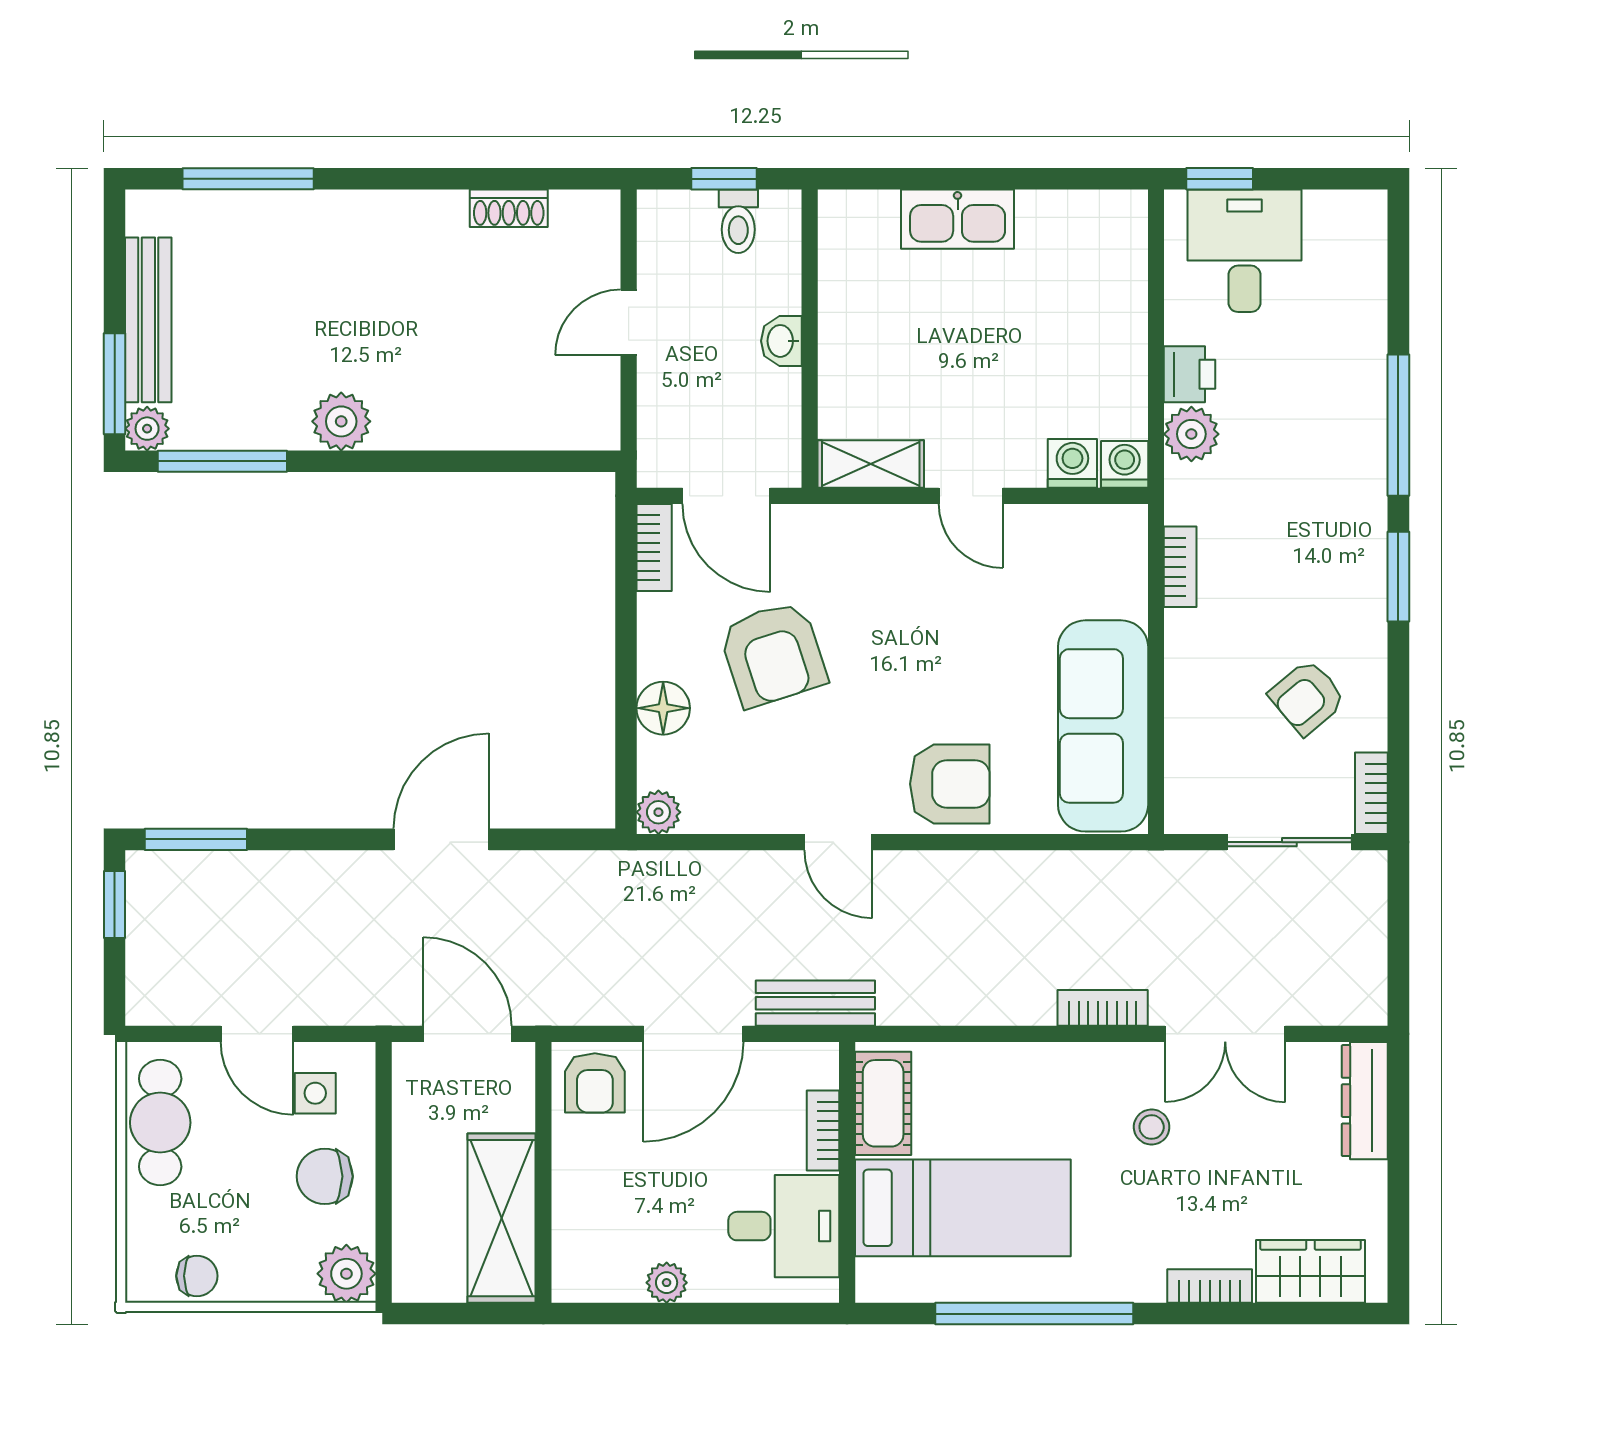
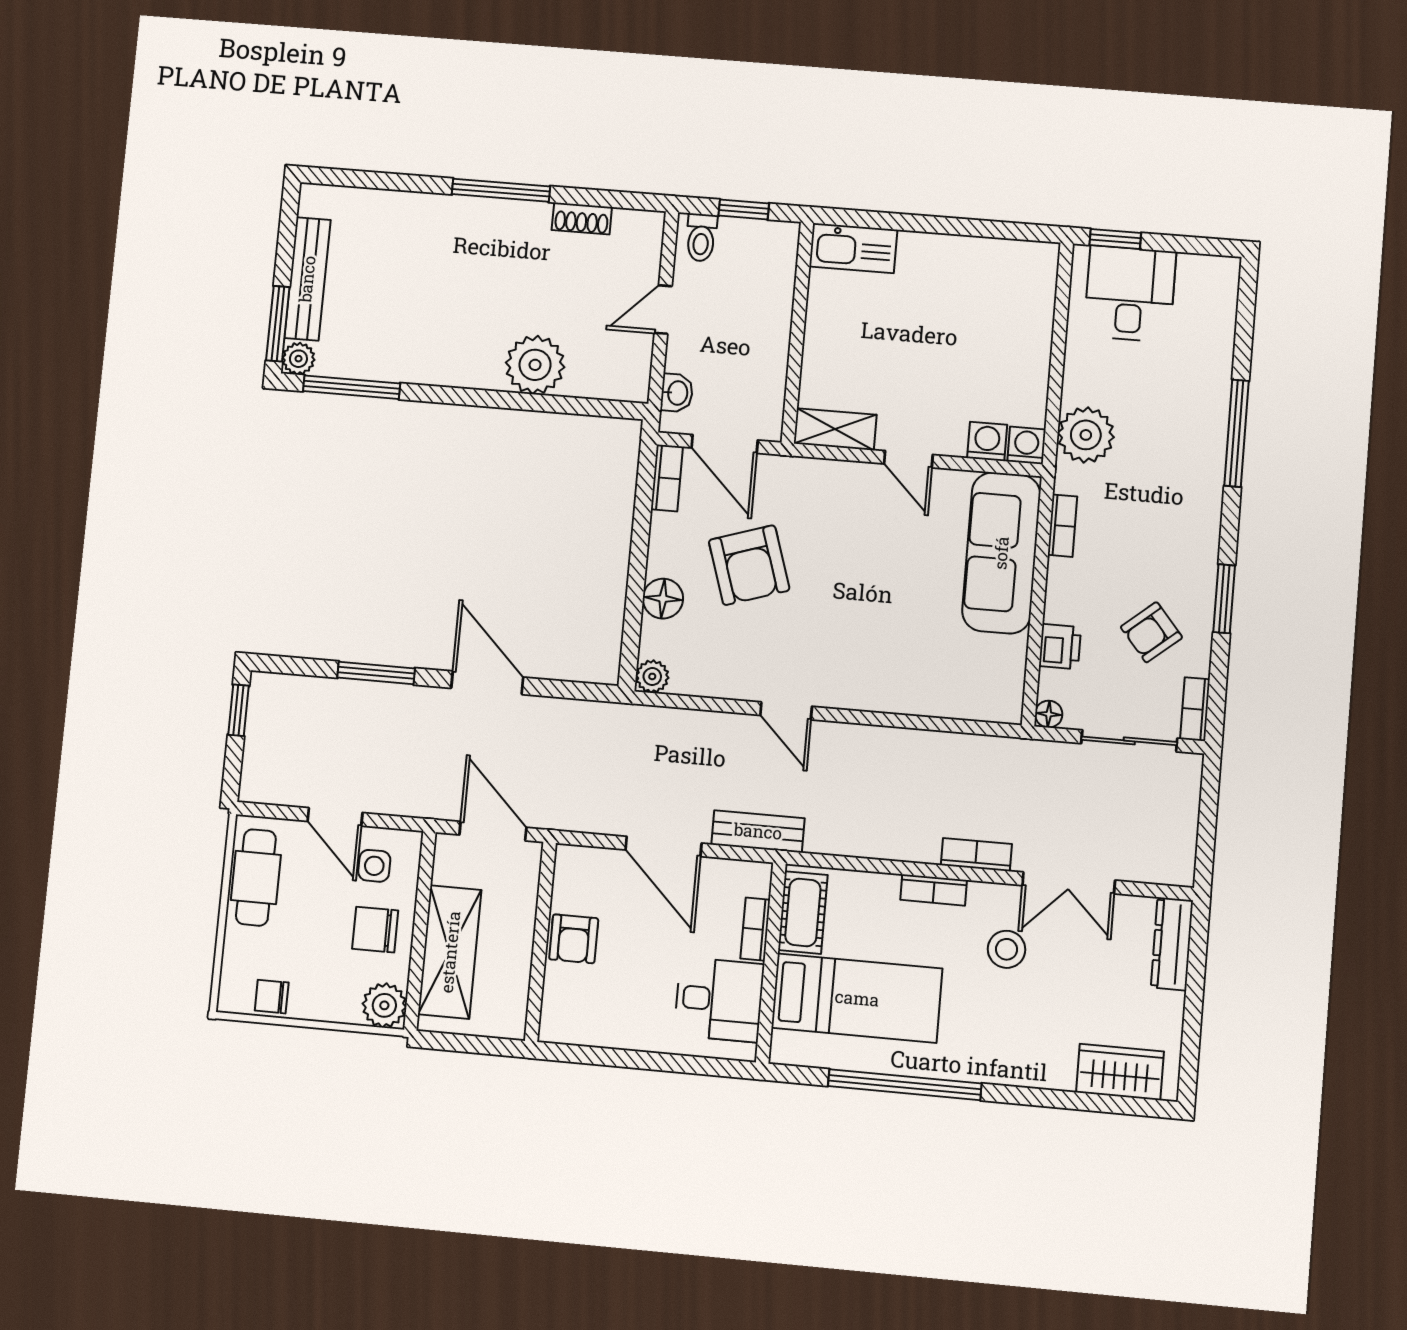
window: (248, 179) -> (501, 190), moved
kitchen sink: (958, 219) -> (853, 248), moved
toilet: (738, 221) -> (701, 238), moved
washbasin: (781, 341) -> (677, 393), moved, turned 180
printer: (1190, 374) -> (1060, 647), moved
plant: (341, 421) -> (535, 365), moved, width x1.36, depth x1.36
plant: (1191, 434) -> (1086, 435), width x1.36, depth x1.36
window: (1398, 577) -> (1224, 599), moved
sofa: (1103, 726) -> (1001, 553), moved
armchair: (950, 784) -> (874, 674), removed
floor lamp: (1182, 816) -> (1049, 714), added
window: (196, 839) -> (376, 673), moved
door: (441, 839) -> (487, 683), hinge flipped
door: (693, 1034) -> (663, 846), hinge flipped
armchair: (595, 1083) -> (574, 939), moved
stool: (1152, 1127) -> (1007, 949), width x1.37, depth x1.37
shelving: (501, 1218) -> (450, 952), moved
chair: (197, 1276) -> (272, 997), turned 180
plant: (667, 1283) -> (626, 1035), removed
bookcase: (1210, 1286) -> (934, 890), moved, turned 180

